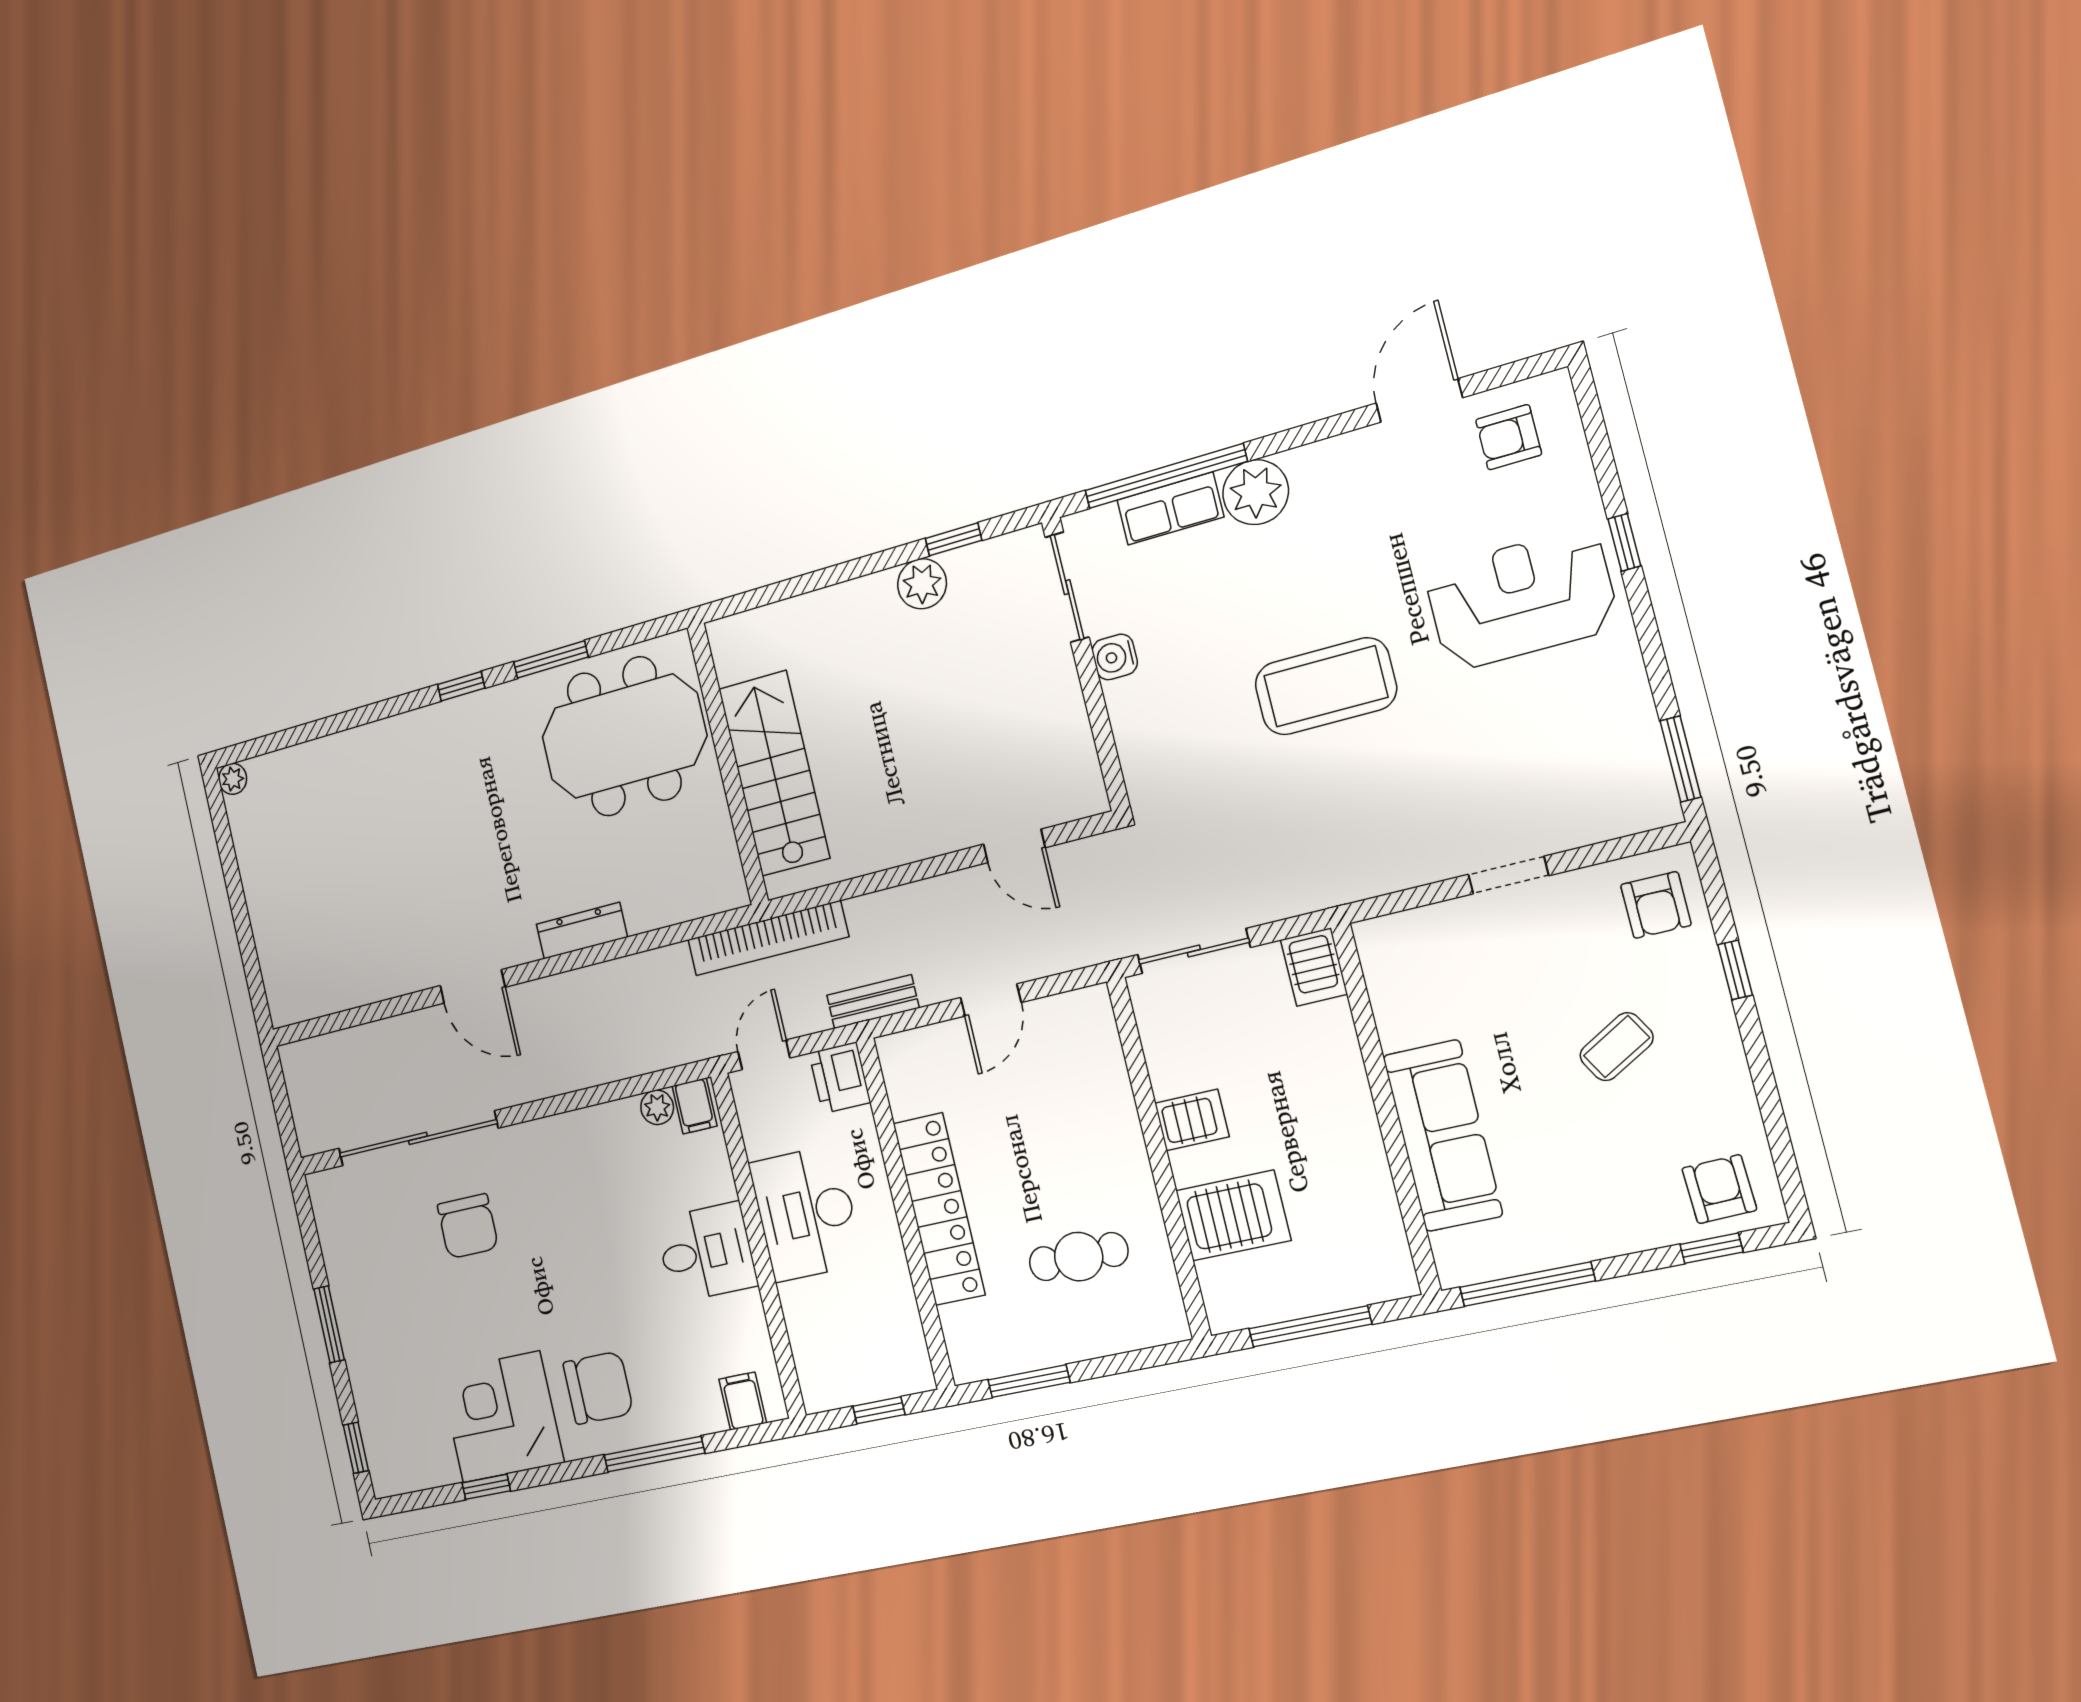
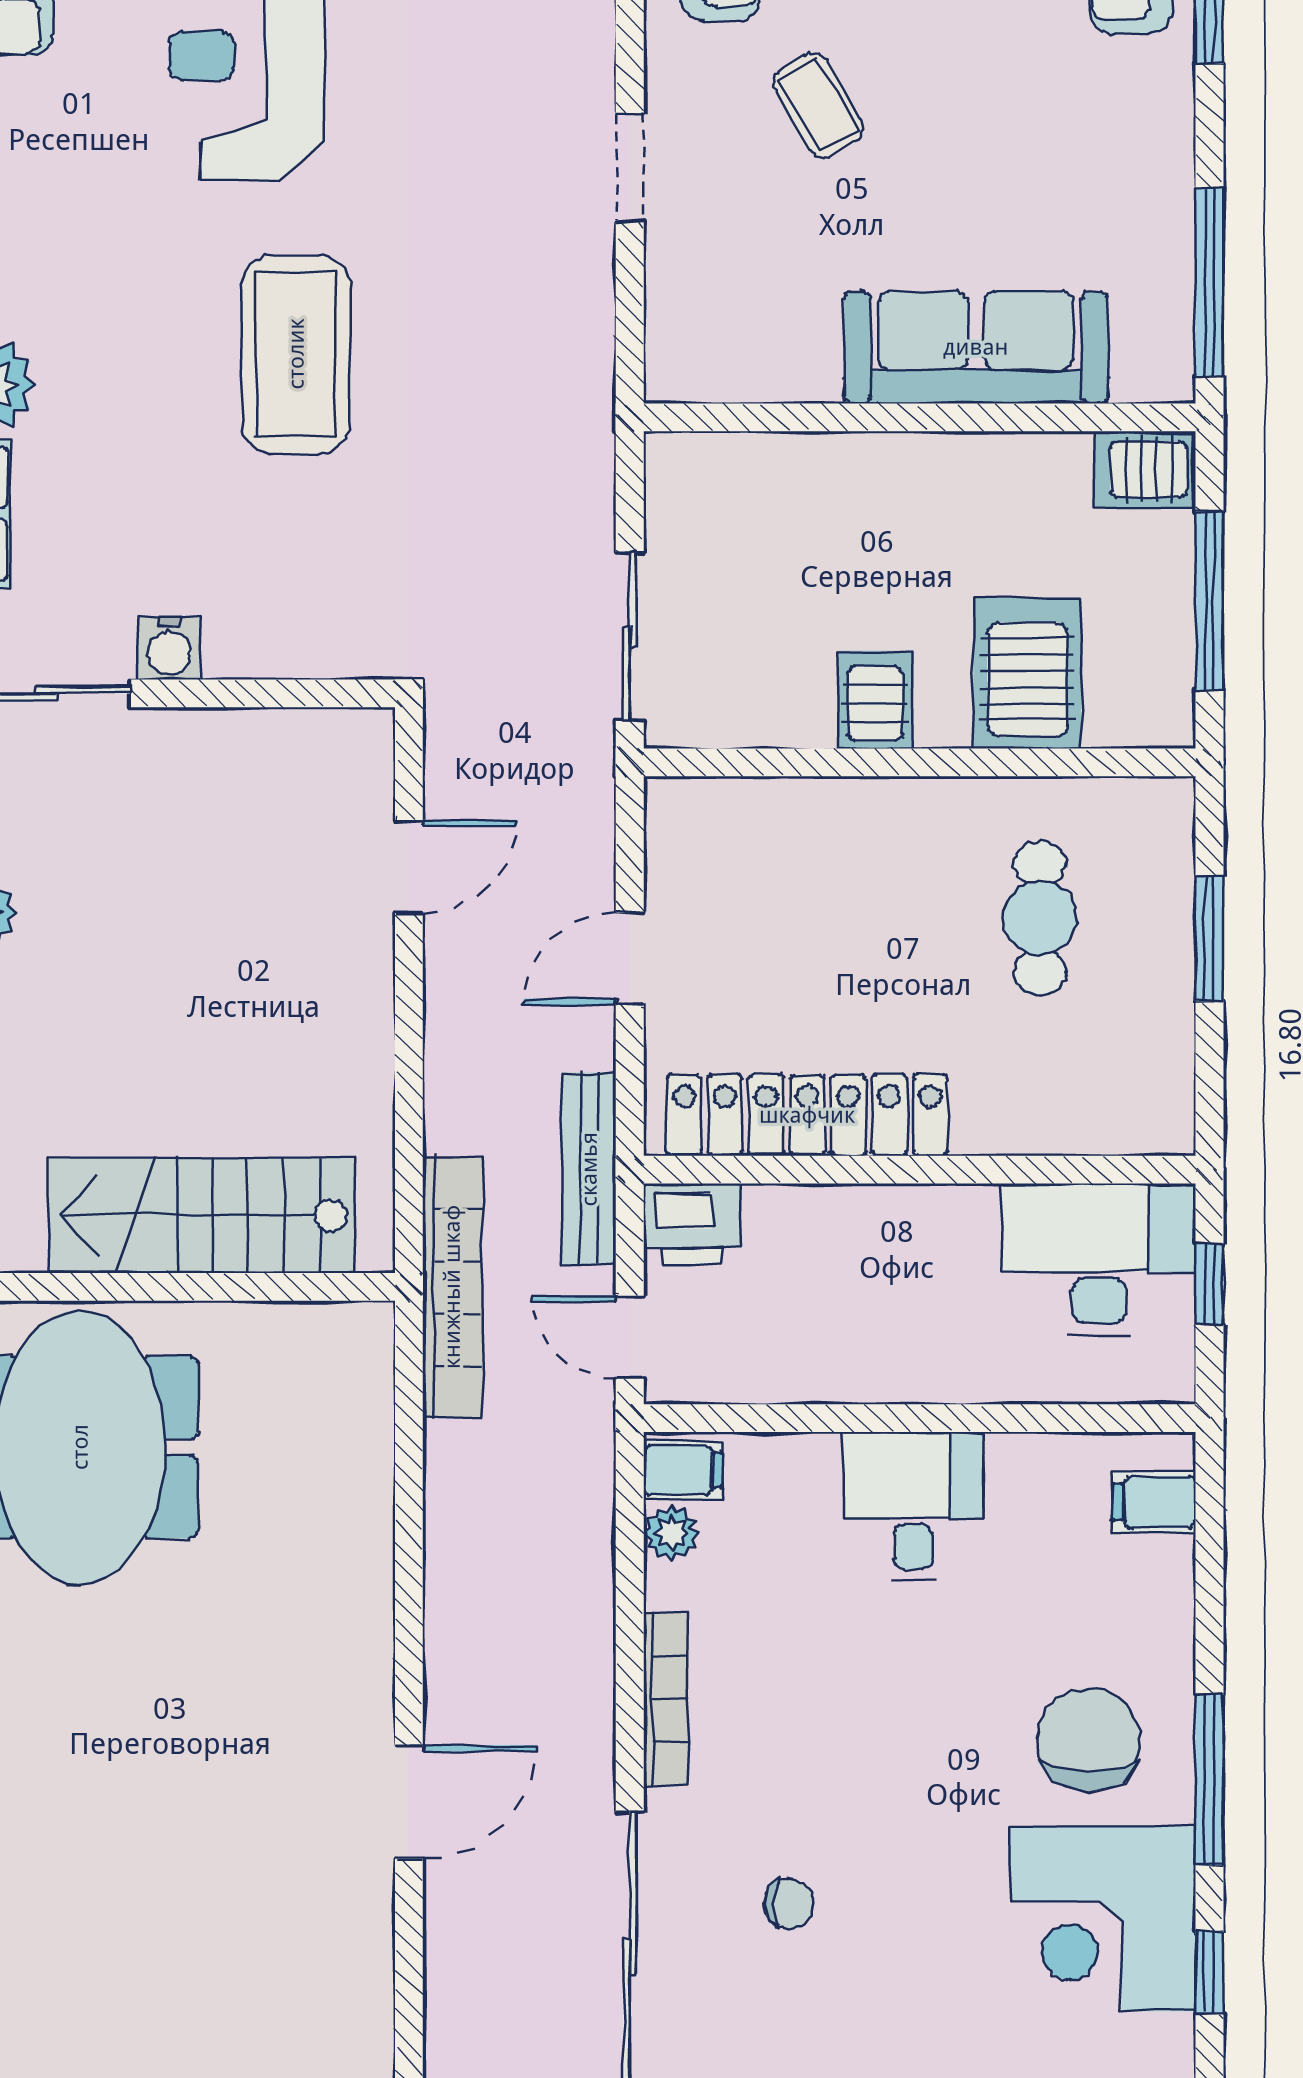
dresser: (582, 931) -> (366, 1593), removed
server rack: (1314, 967) -> (1145, 469), moved, turned 180
door: (991, 1000) -> (630, 959), swing flipped
bench: (873, 1002) -> (589, 1169), width x1.36
coffee table: (1617, 1047) -> (818, 105), moved
bookcase: (563, 1126) -> (666, 1699), added
locker: (939, 1209) -> (807, 1115), moved
desk: (806, 1213) -> (1099, 1259), moved, turned 180
chair: (468, 1226) -> (789, 1904), width x0.54, depth x0.54
window: (1029, 1381) -> (1209, 939), moved
window: (654, 1454) -> (1209, 1780), moved

